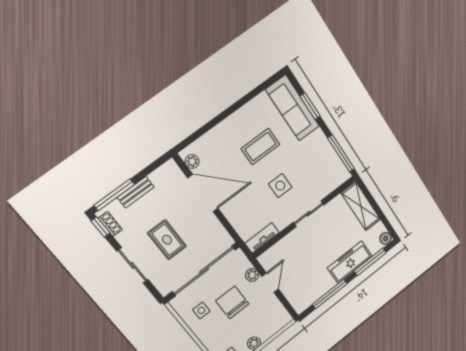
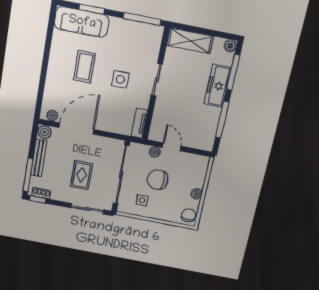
plant: (170, 170) -> (45, 132), added
bench: (136, 192) -> (39, 158), width x1.36
rug: (167, 240) -> (81, 175), turned 90
sliding door: (133, 265) -> (87, 209), moved

